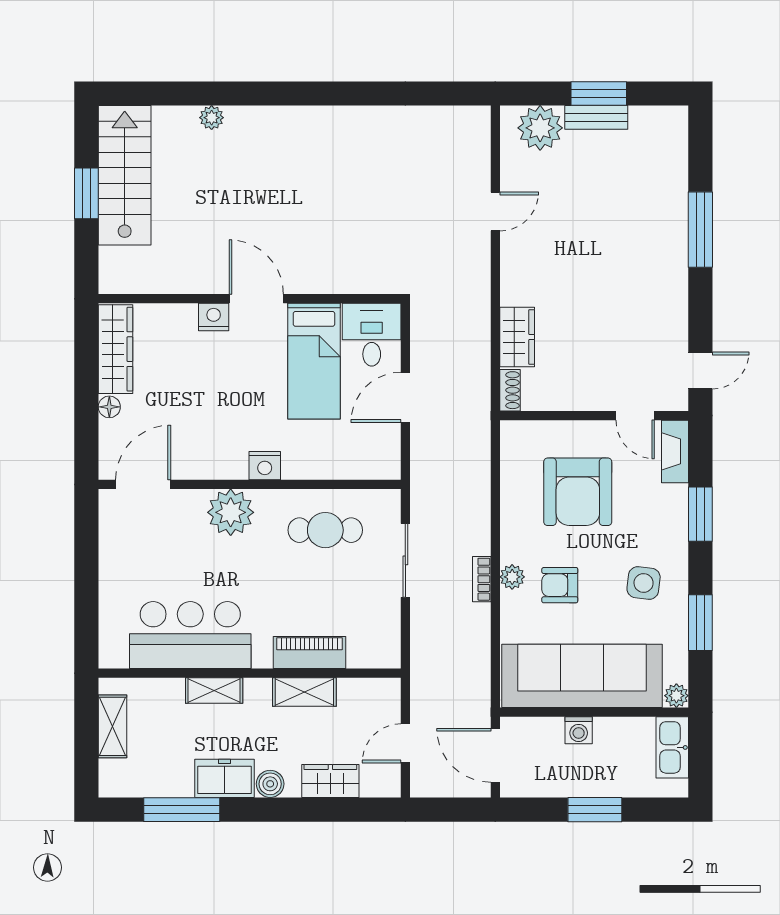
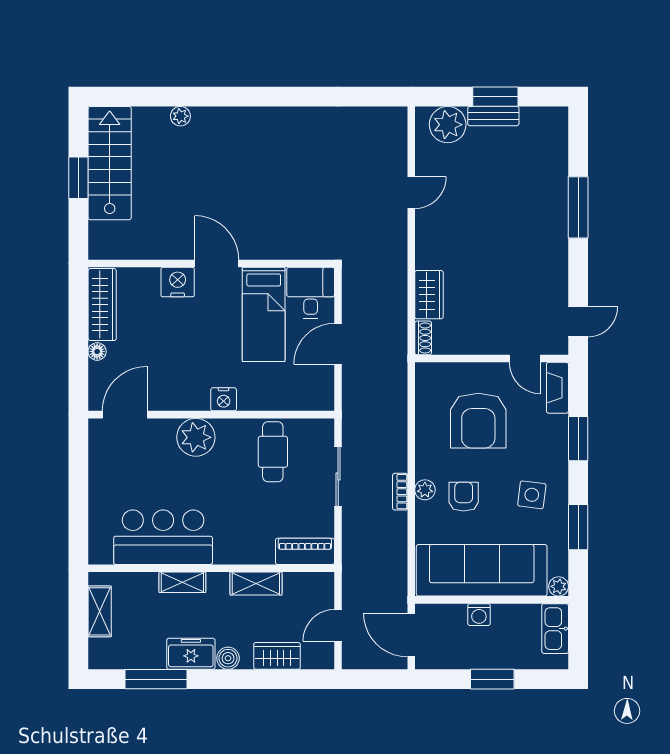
nightstand: (214, 317) -> (178, 282), width x1.36, depth x1.33
cafe table: (325, 530) -> (273, 452), turned 90
armchair: (560, 585) -> (464, 497), turned 90
piano: (310, 653) -> (305, 551), moved

